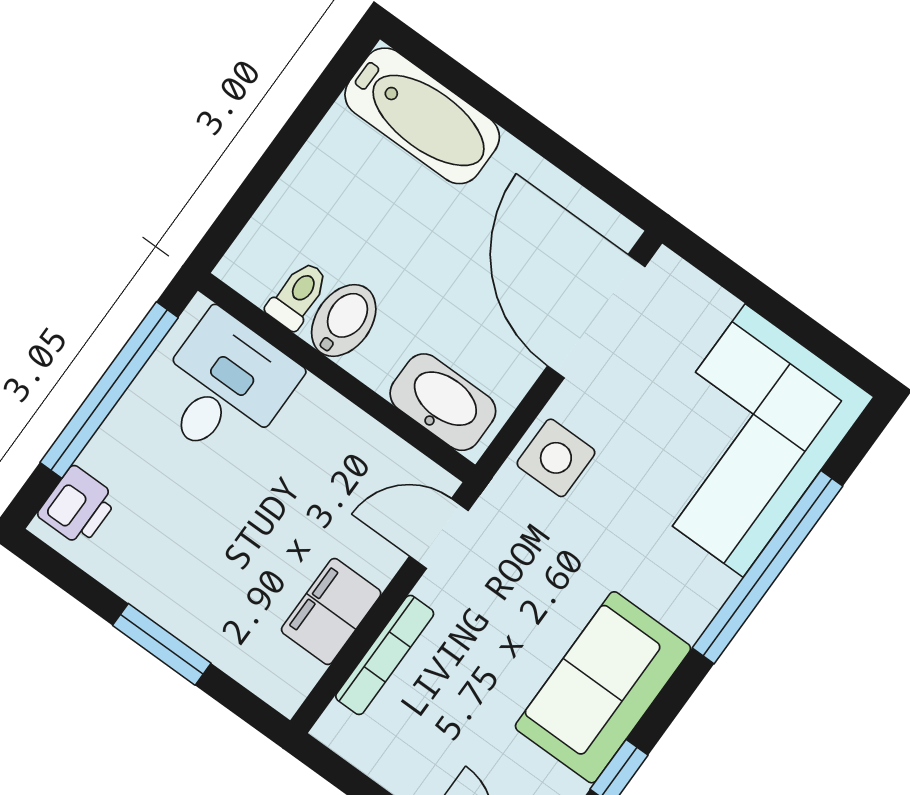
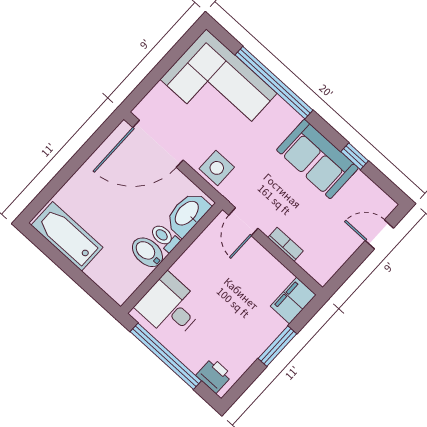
bathtub: (422, 116) -> (67, 236), moved, turned -90
toilet: (298, 295) -> (165, 238), moved
filing cabinet: (331, 611) -> (293, 301), moved, turned 90
bookcase: (385, 655) -> (286, 244), width x0.64

